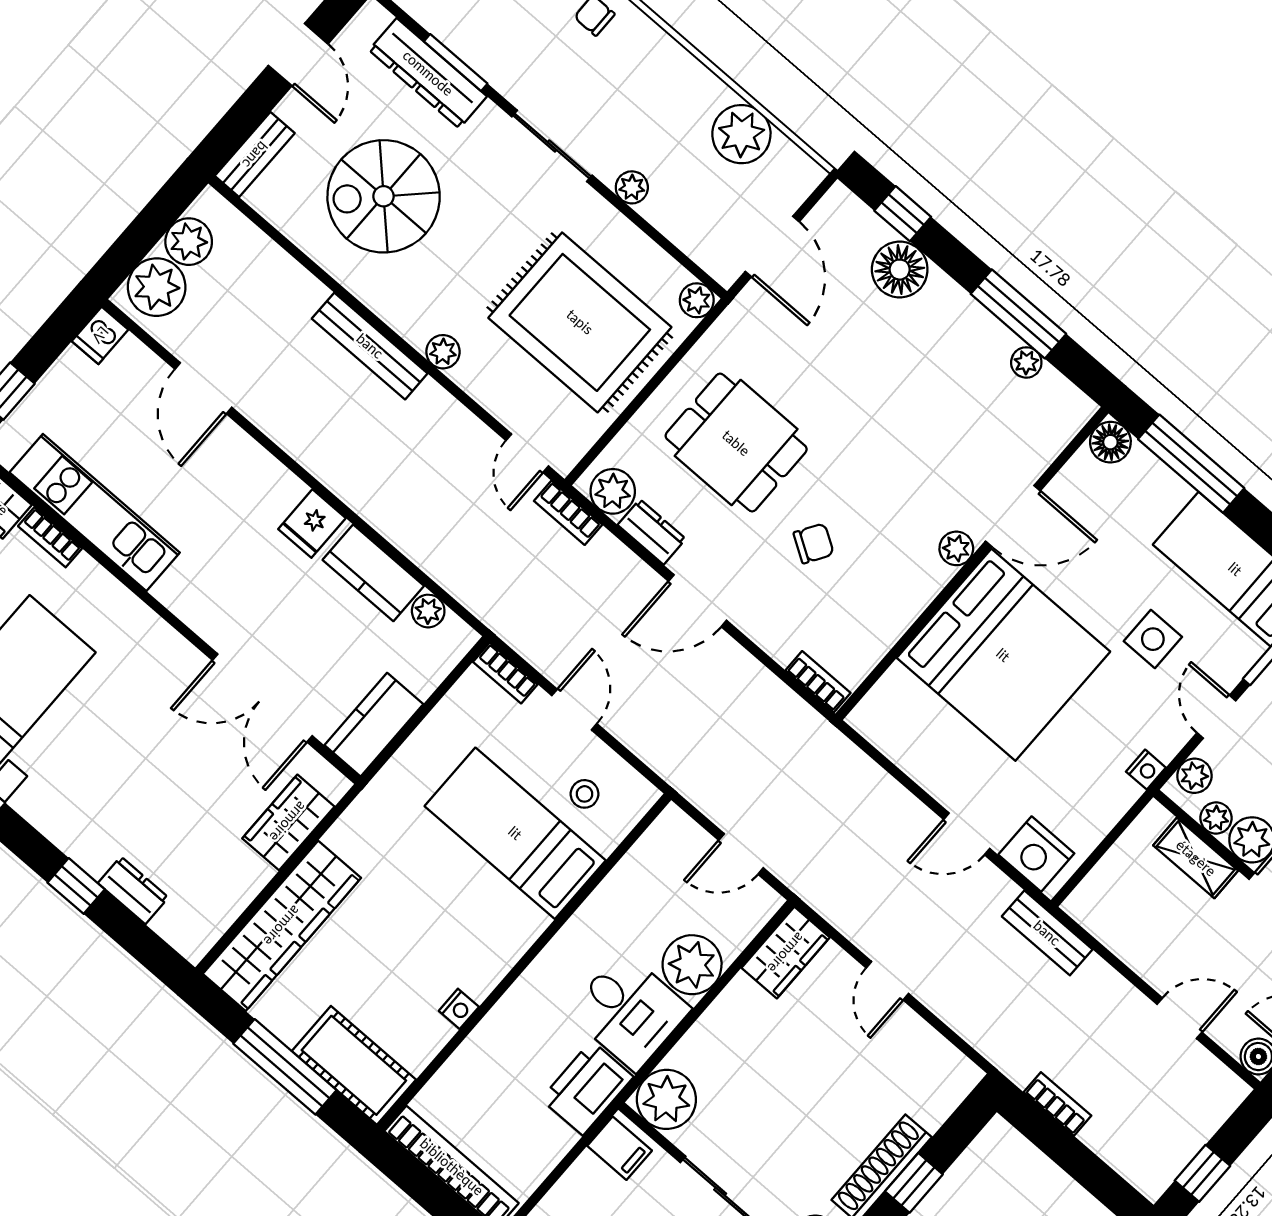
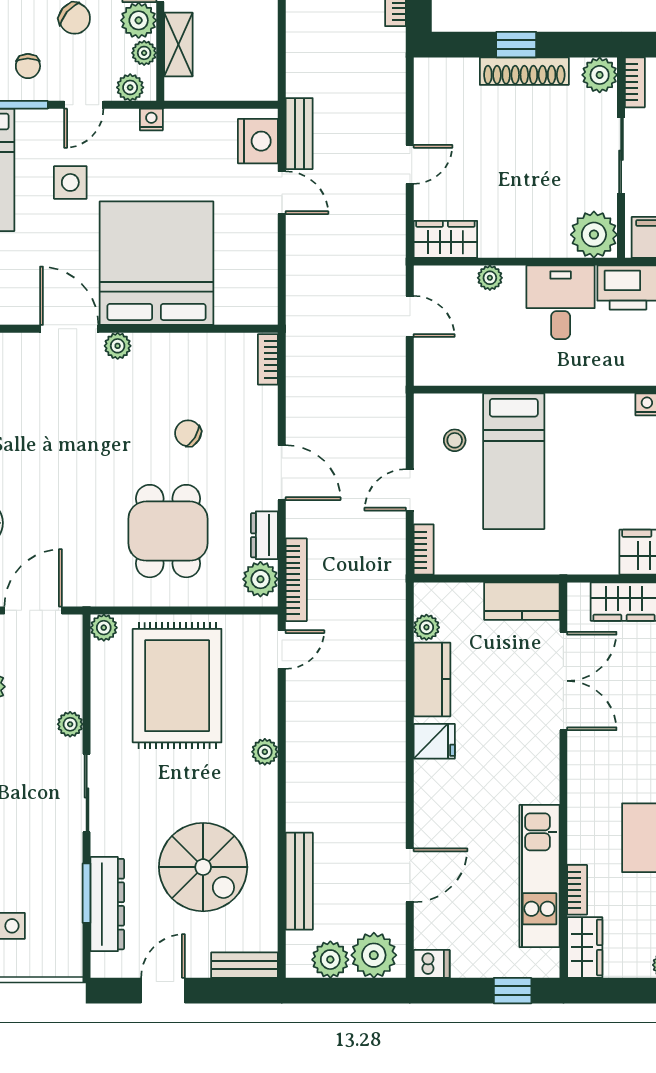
bench: (370, 346) -> (299, 881), moved
bookcase: (568, 513) -> (296, 580), width x1.56
bench: (1047, 933) -> (299, 134), moved
plant: (692, 965) -> (490, 278), width x0.53, depth x0.53

